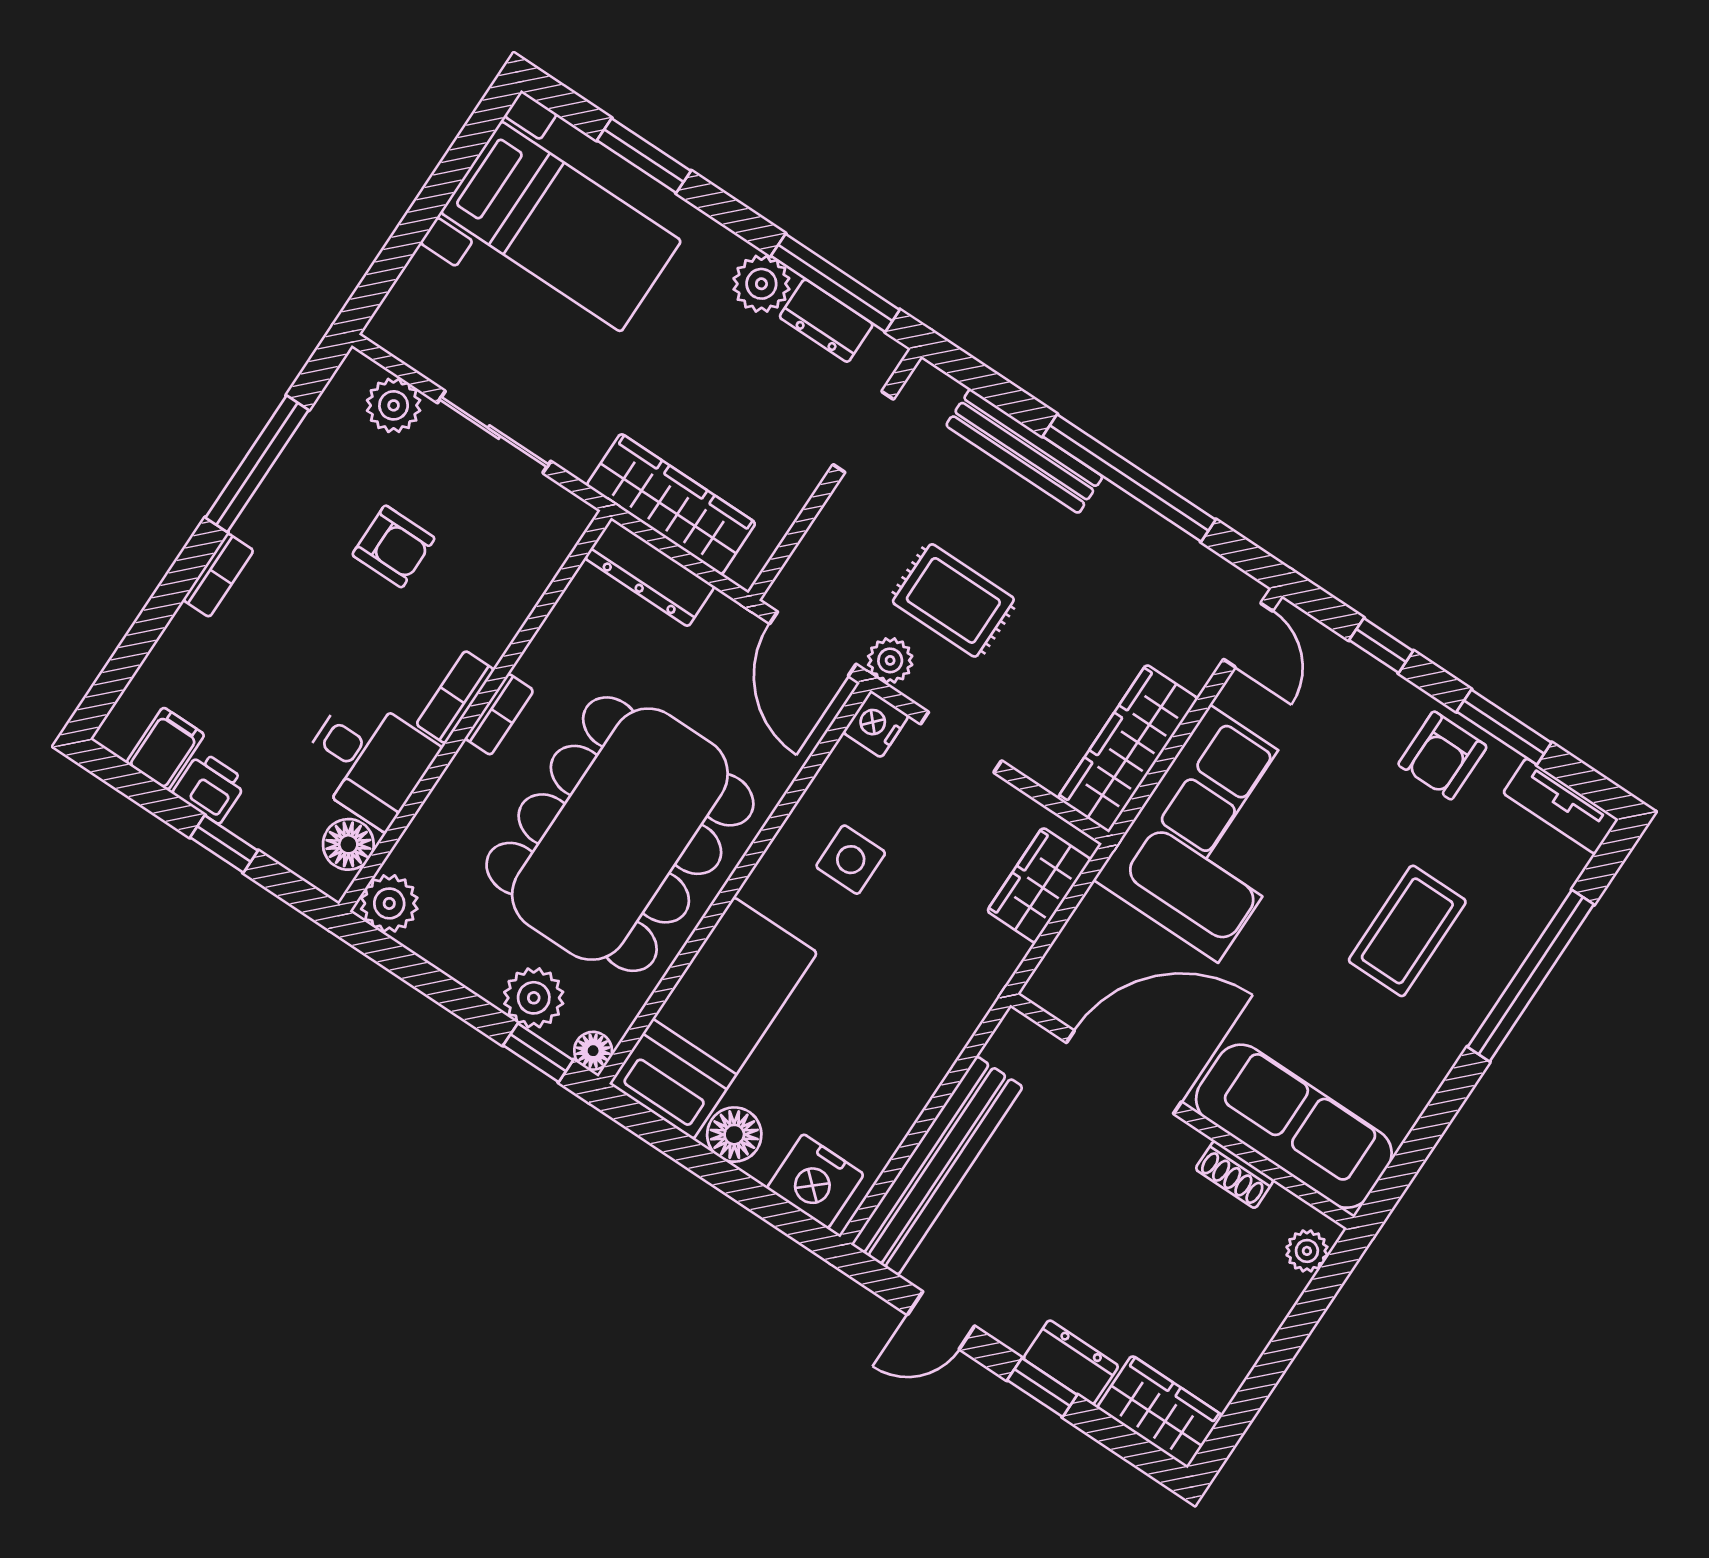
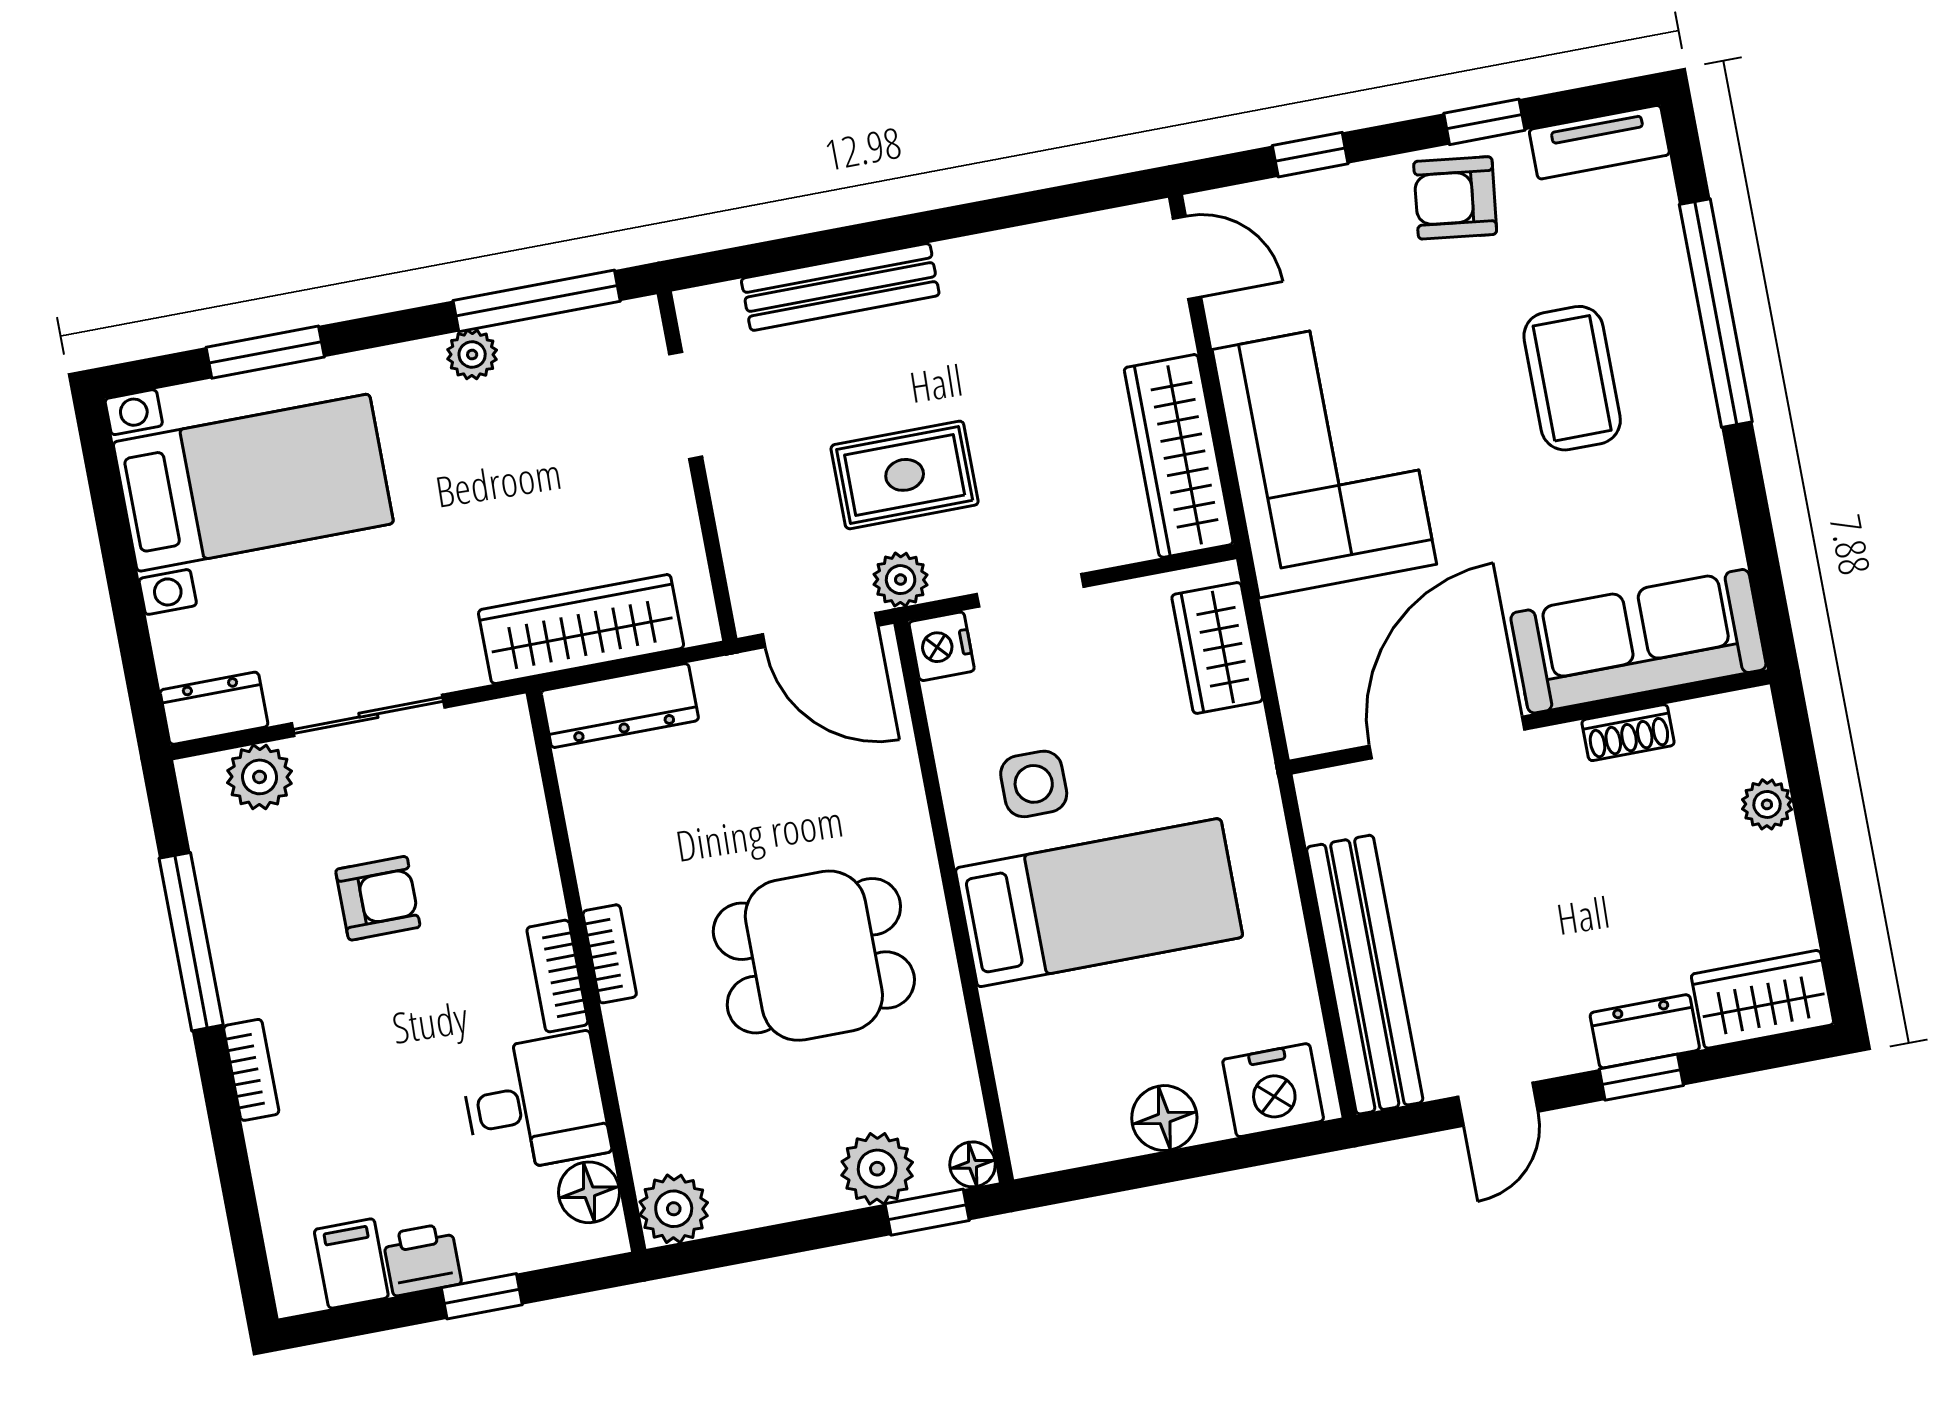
plant: (761, 284) -> (472, 355), width x0.73, depth x0.73
dresser: (826, 321) -> (214, 708), moved, turned 180
window: (1129, 478) -> (953, 222), removed
window: (1504, 727) -> (1484, 122), width x0.67
armchair: (1442, 755) -> (1455, 198), turned 97
dining table: (620, 834) -> (814, 956), width x0.53, depth x0.80
bed: (713, 1018) -> (1099, 903), moved, turned 90
plant: (1307, 1251) -> (1767, 804), moved

